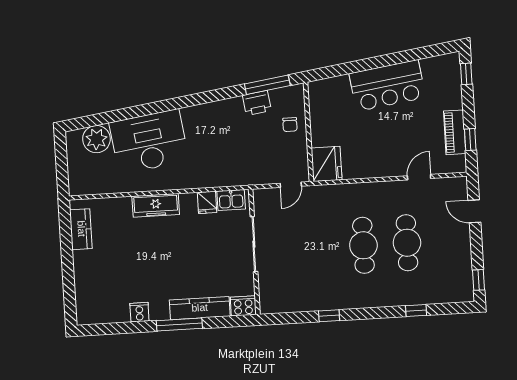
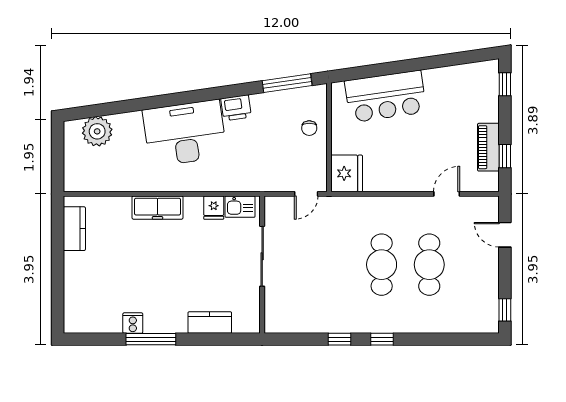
bar counter: (387, 86) -> (386, 96), moved
printer: (257, 103) -> (236, 108), moved
desk: (149, 142) -> (185, 133), moved
cooker: (243, 306) -> (247, 323), removed
kitchen counter: (200, 308) -> (210, 323), width x0.67
window: (416, 311) -> (382, 339), moved
window: (179, 325) -> (151, 339), moved

